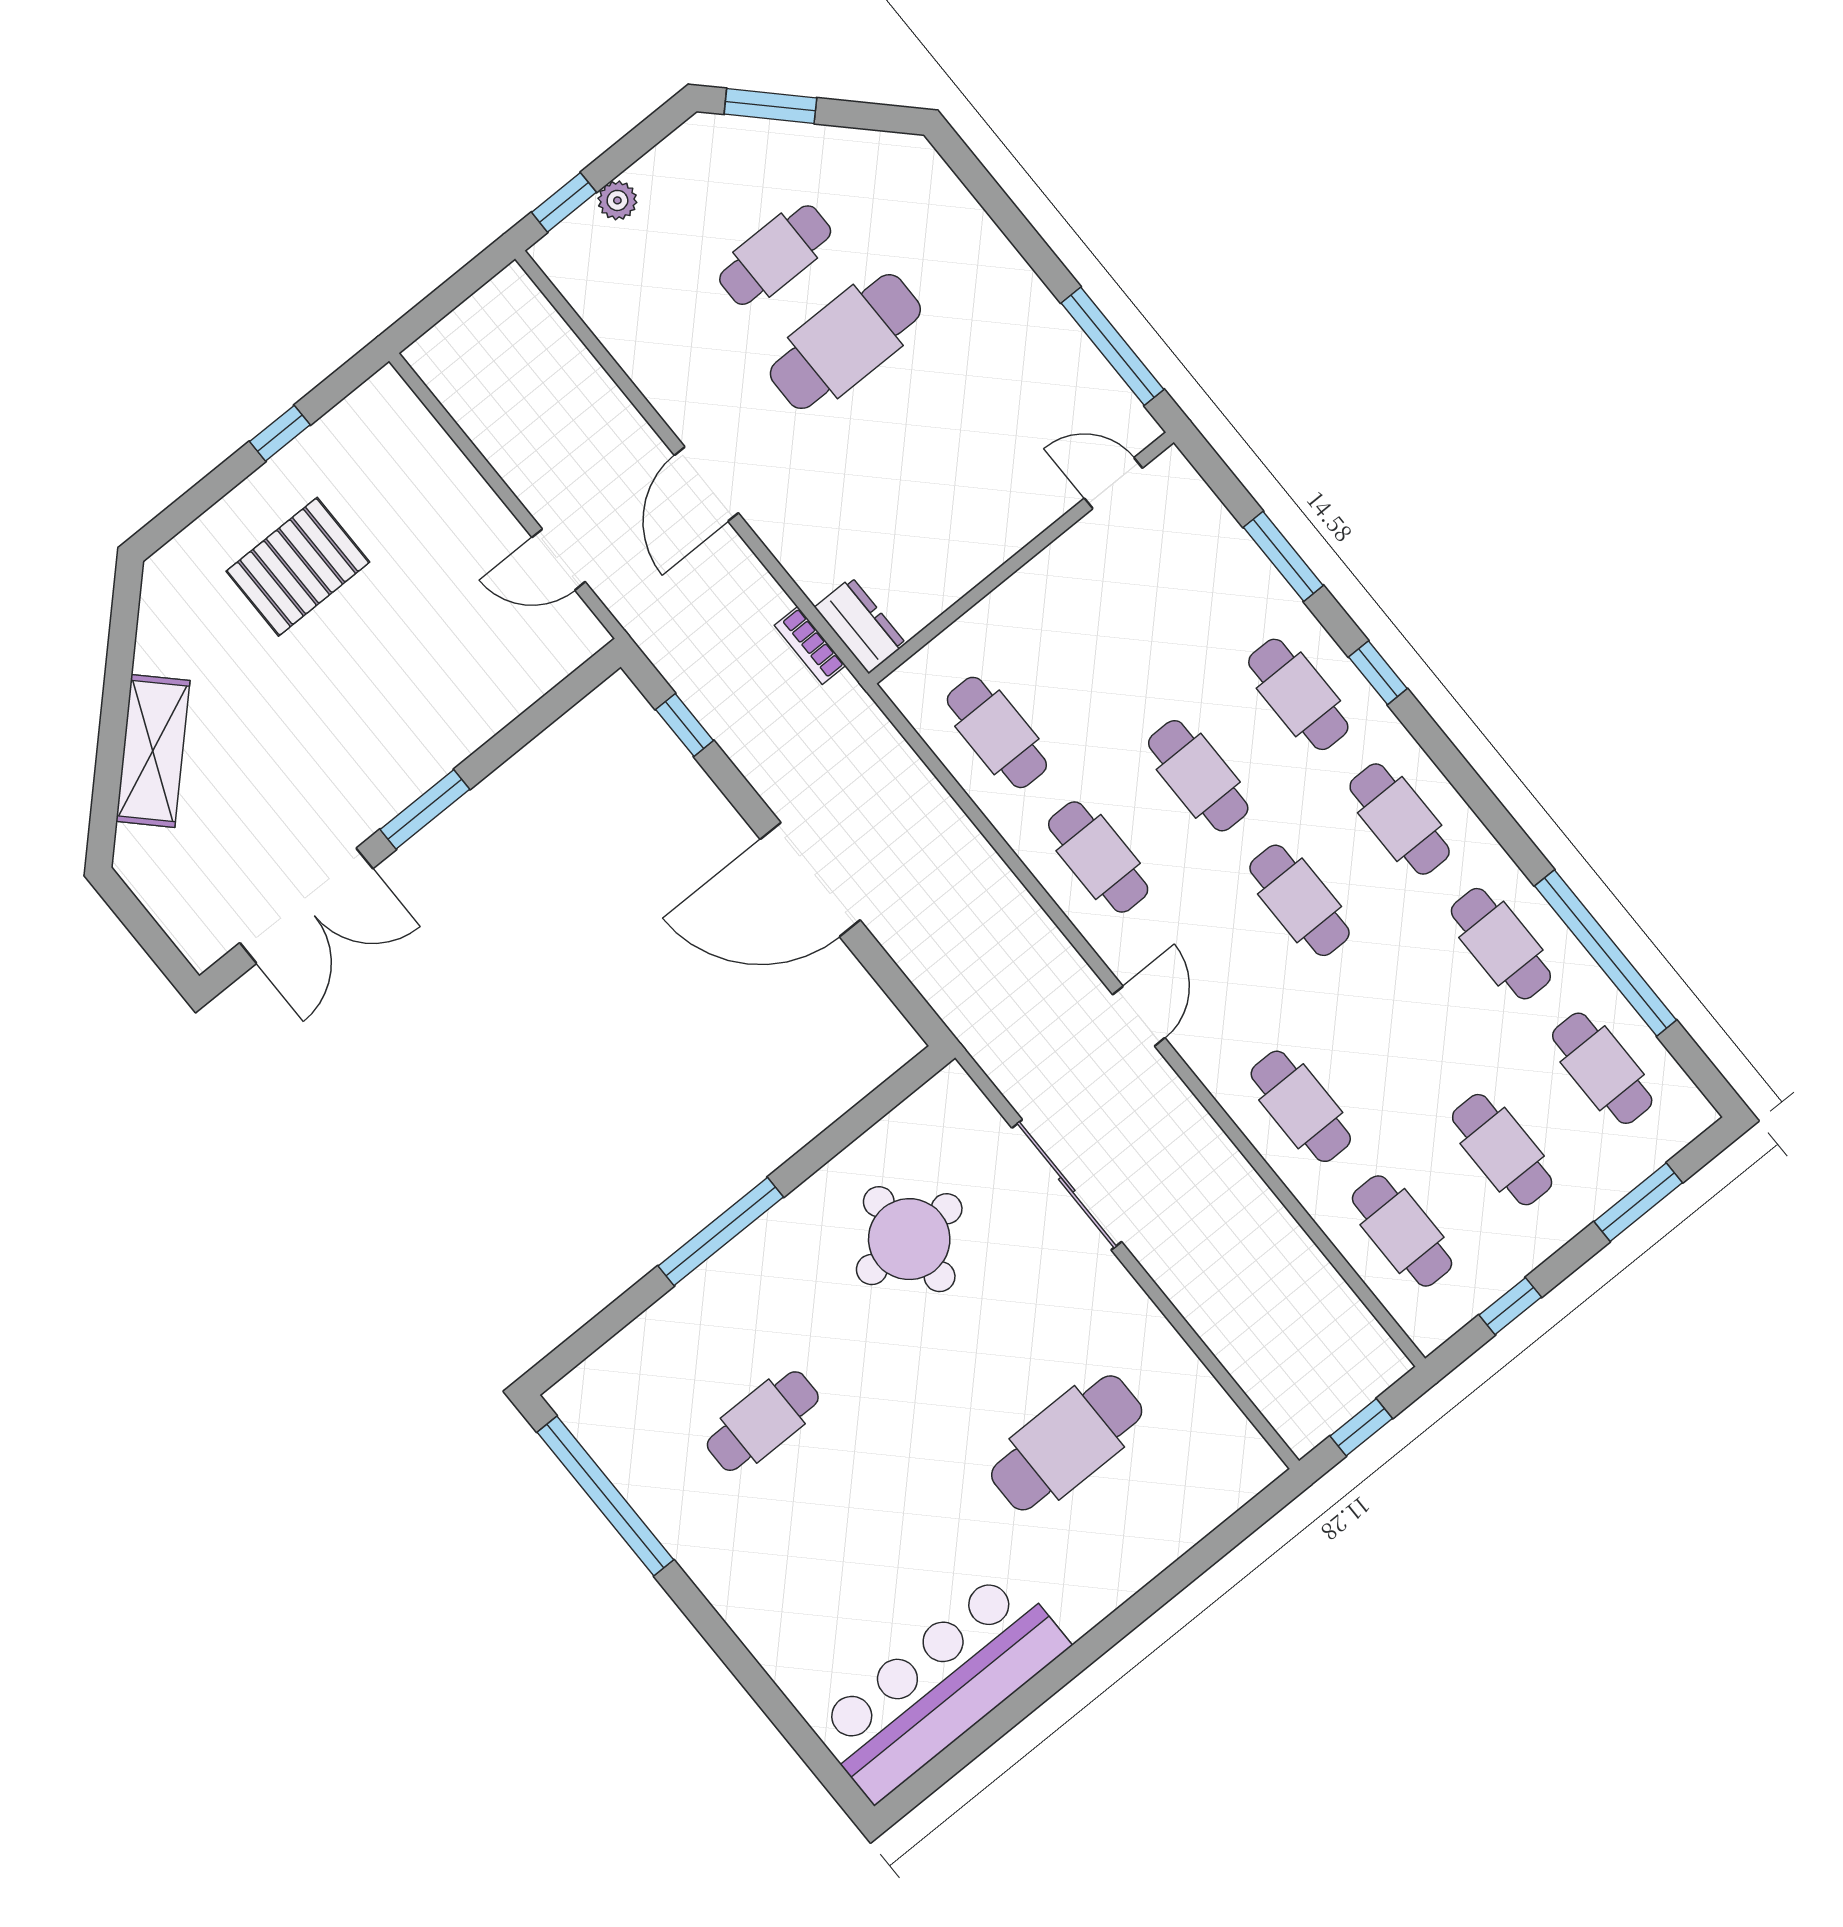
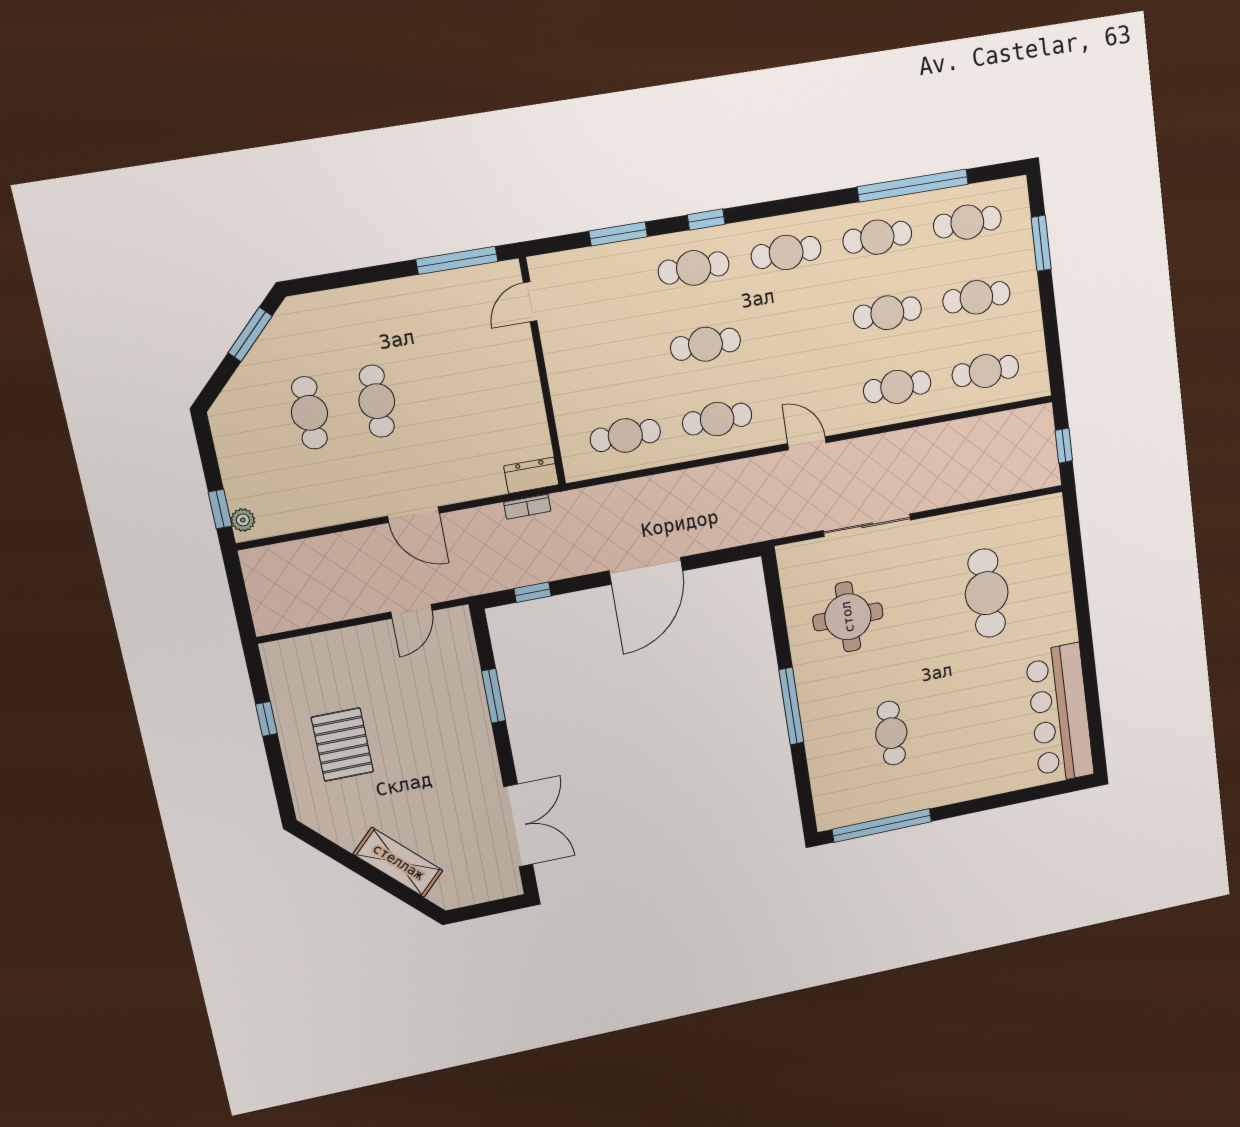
window: (770, 106) -> (250, 334), moved
plant: (617, 200) -> (243, 520), moved
cafe table: (845, 342) -> (377, 401), width x0.73, depth x0.74
window: (425, 809) -> (494, 696), moved
cafe table: (1300, 900) -> (887, 313), moved
window: (1510, 1306) -> (1052, 338), removed

